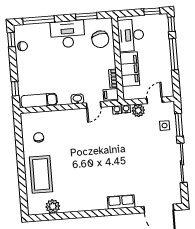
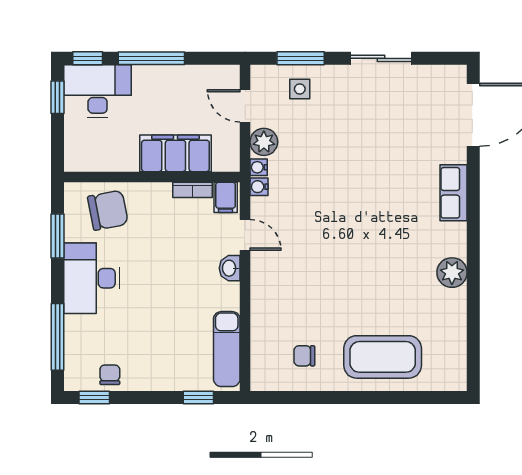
desk: (131, 35) -> (98, 91), moved, turned 180
sliding door: (182, 163) -> (381, 58), width x0.73
plant: (53, 206) -> (452, 273), moved

